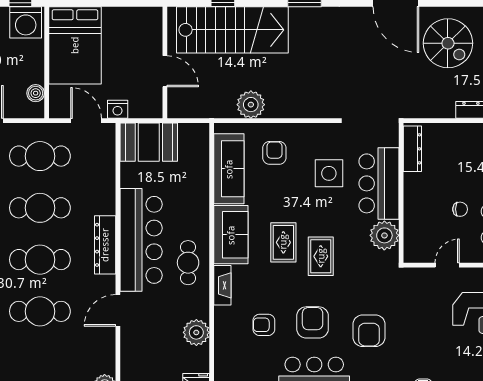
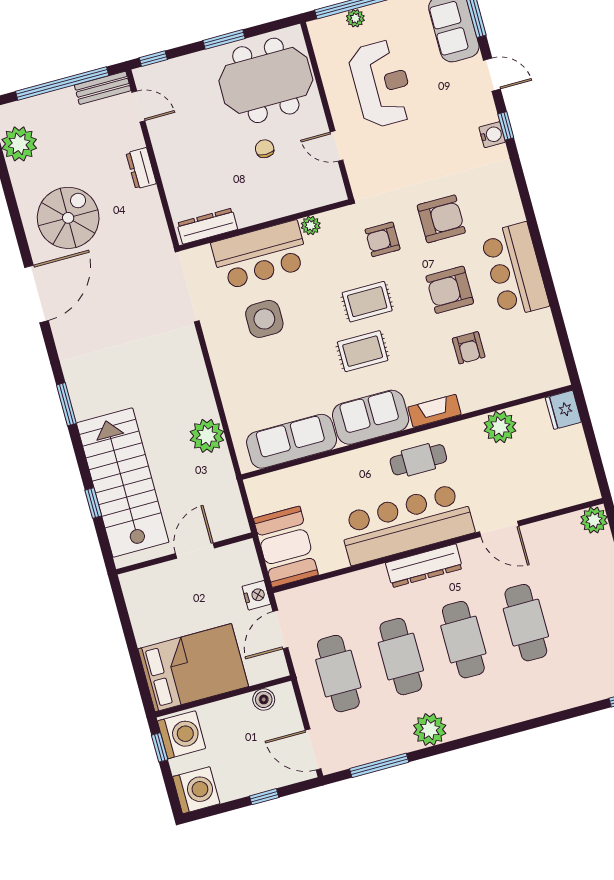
armchair: (274, 153) -> (383, 239), moved
plant: (384, 235) -> (311, 226), width x0.53, depth x0.53

